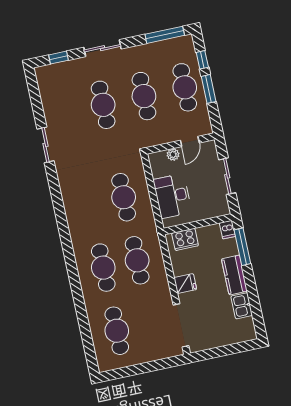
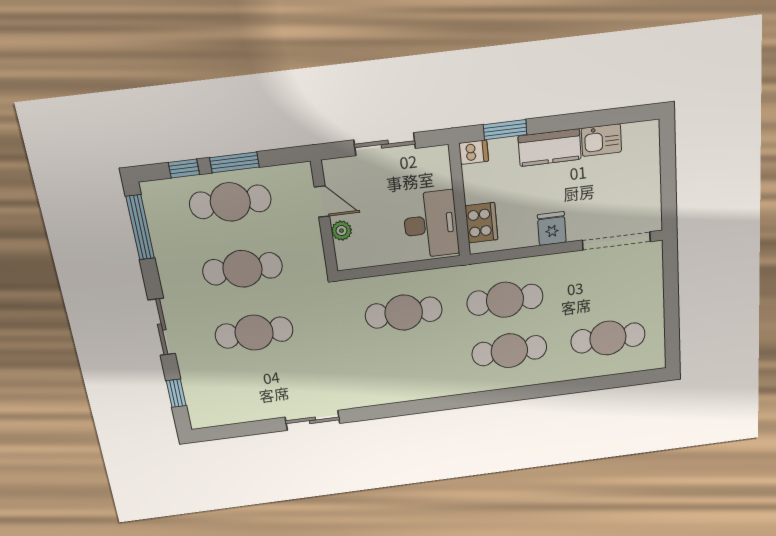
desk: (173, 196) -> (431, 224), moved, turned -90
window: (242, 247) -> (505, 130), width x0.69

